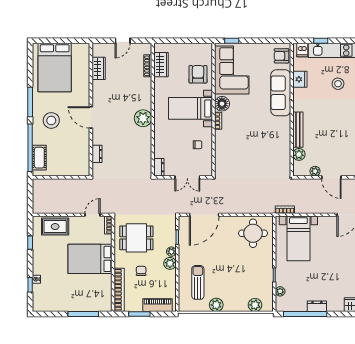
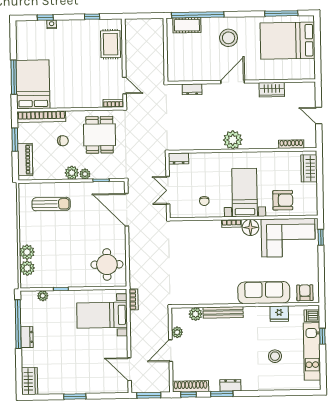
wardrobe: (161, 65) -> (309, 168), moved, turned 90
wardrobe: (99, 68) -> (272, 90), moved
window: (30, 102) -> (281, 13), moved
bed: (90, 259) -> (33, 84), moved
plant: (216, 305) -> (27, 252), moved

